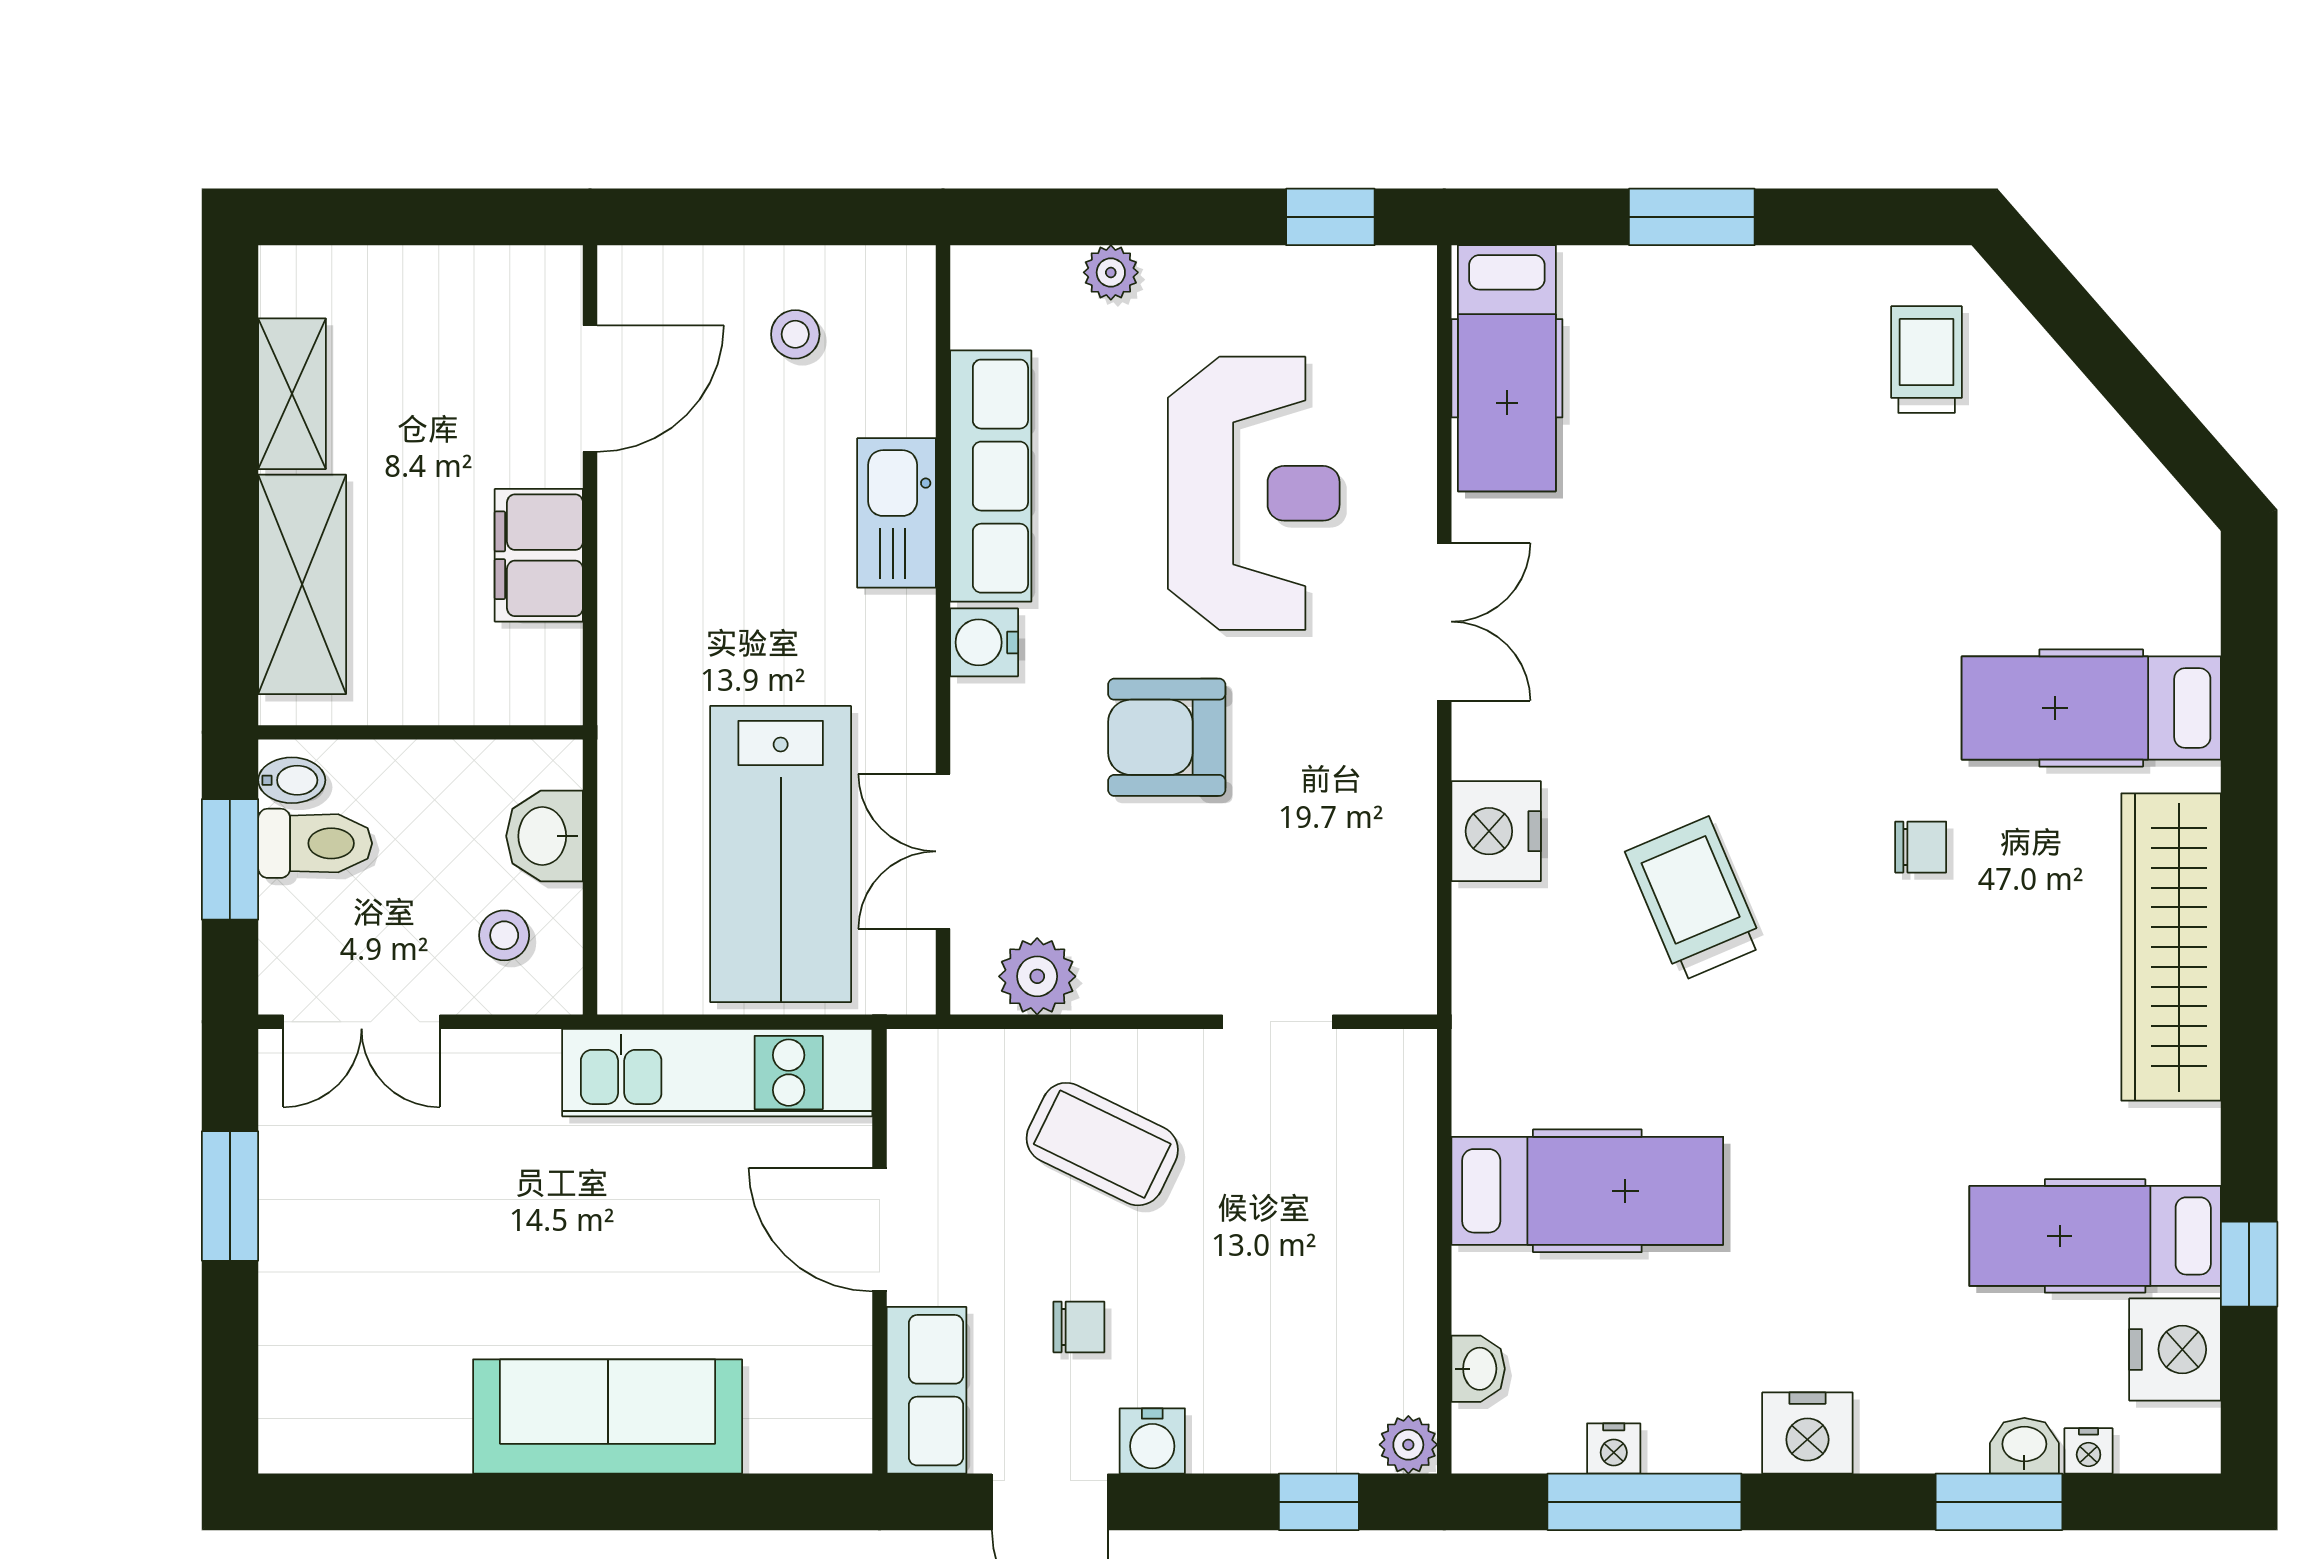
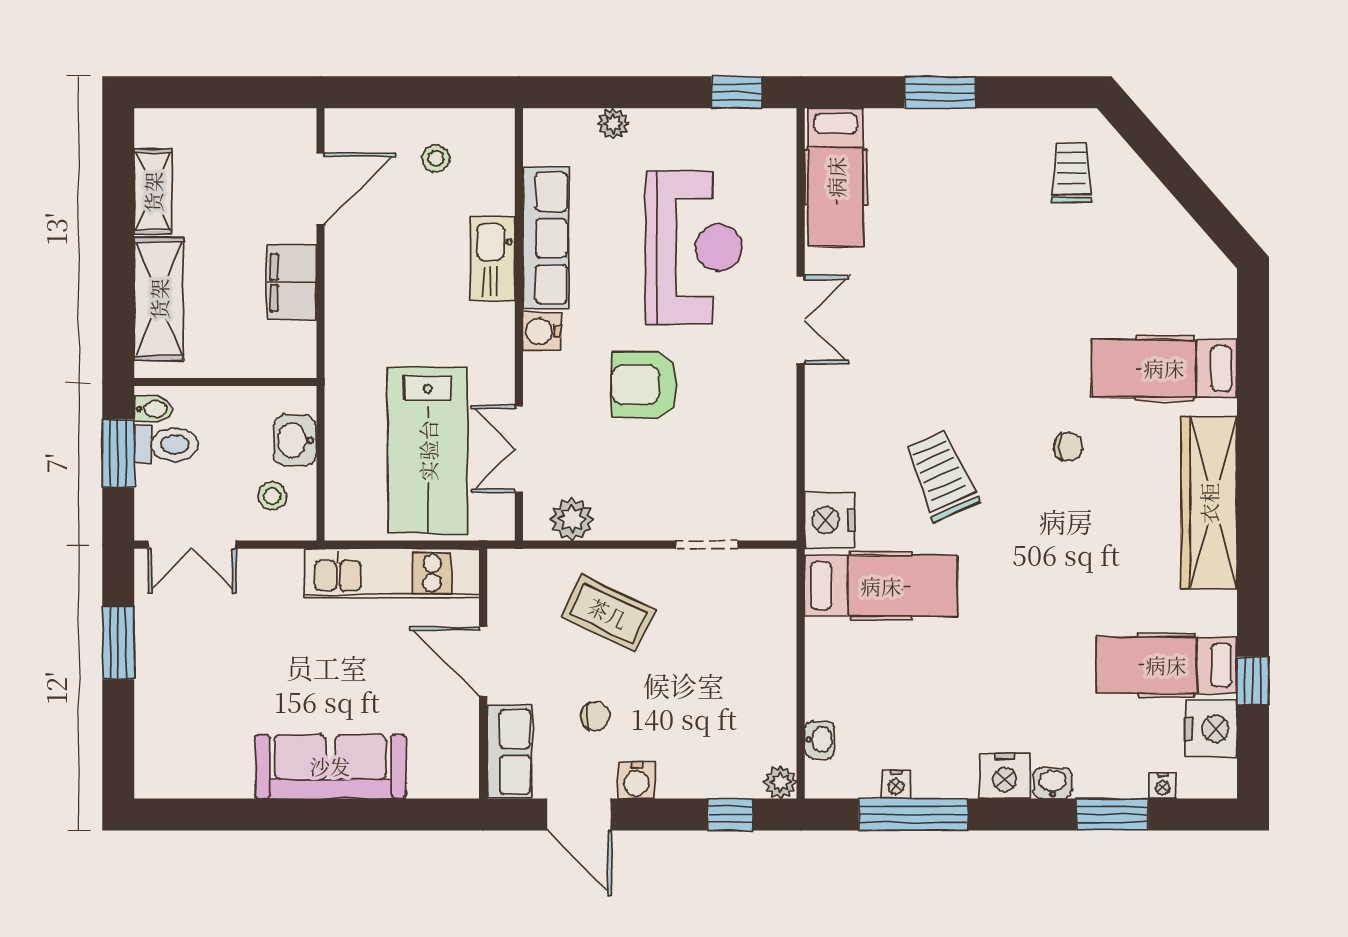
nightstand: (1496, 831) -> (830, 520), moved
hospital bed: (1587, 1191) -> (881, 586), moved
washbasin: (2024, 1446) -> (1053, 783), moved

